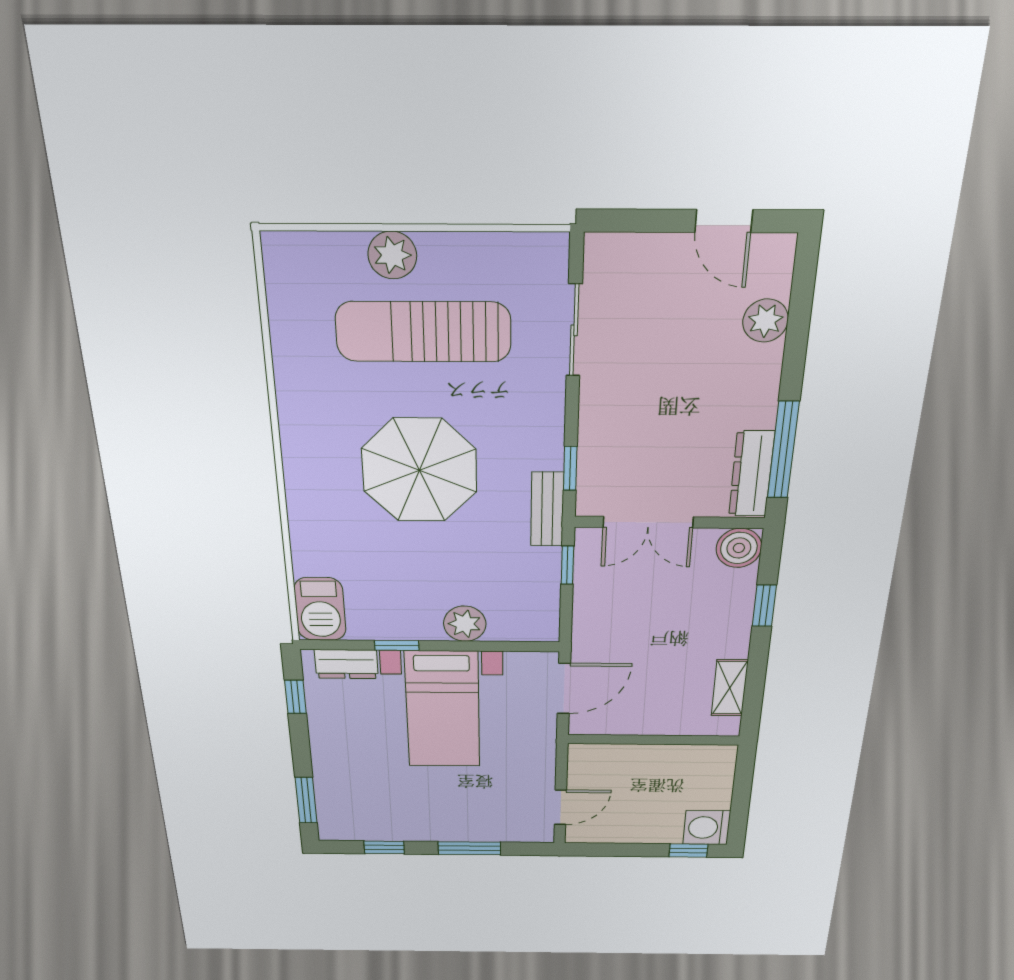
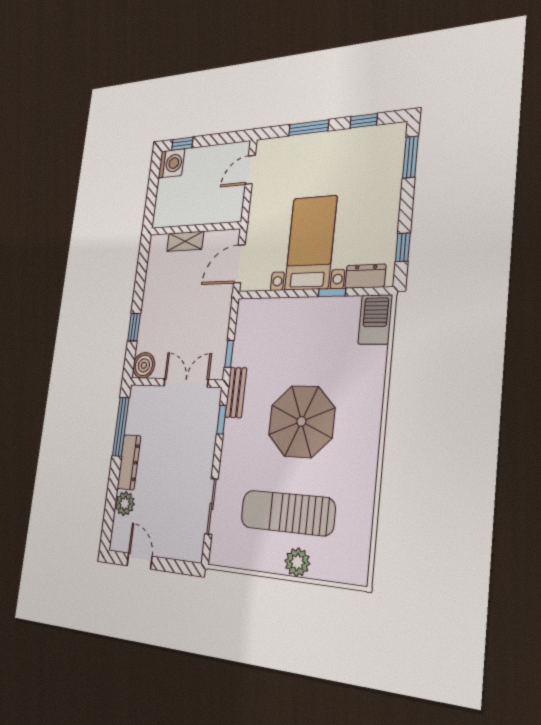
sun lounger: (423, 332) -> (287, 513), turned 180
dresser: (752, 474) -> (129, 462), moved
plant: (465, 624) -> (290, 311), removed
shelving: (730, 688) -> (185, 241), moved, turned 90

